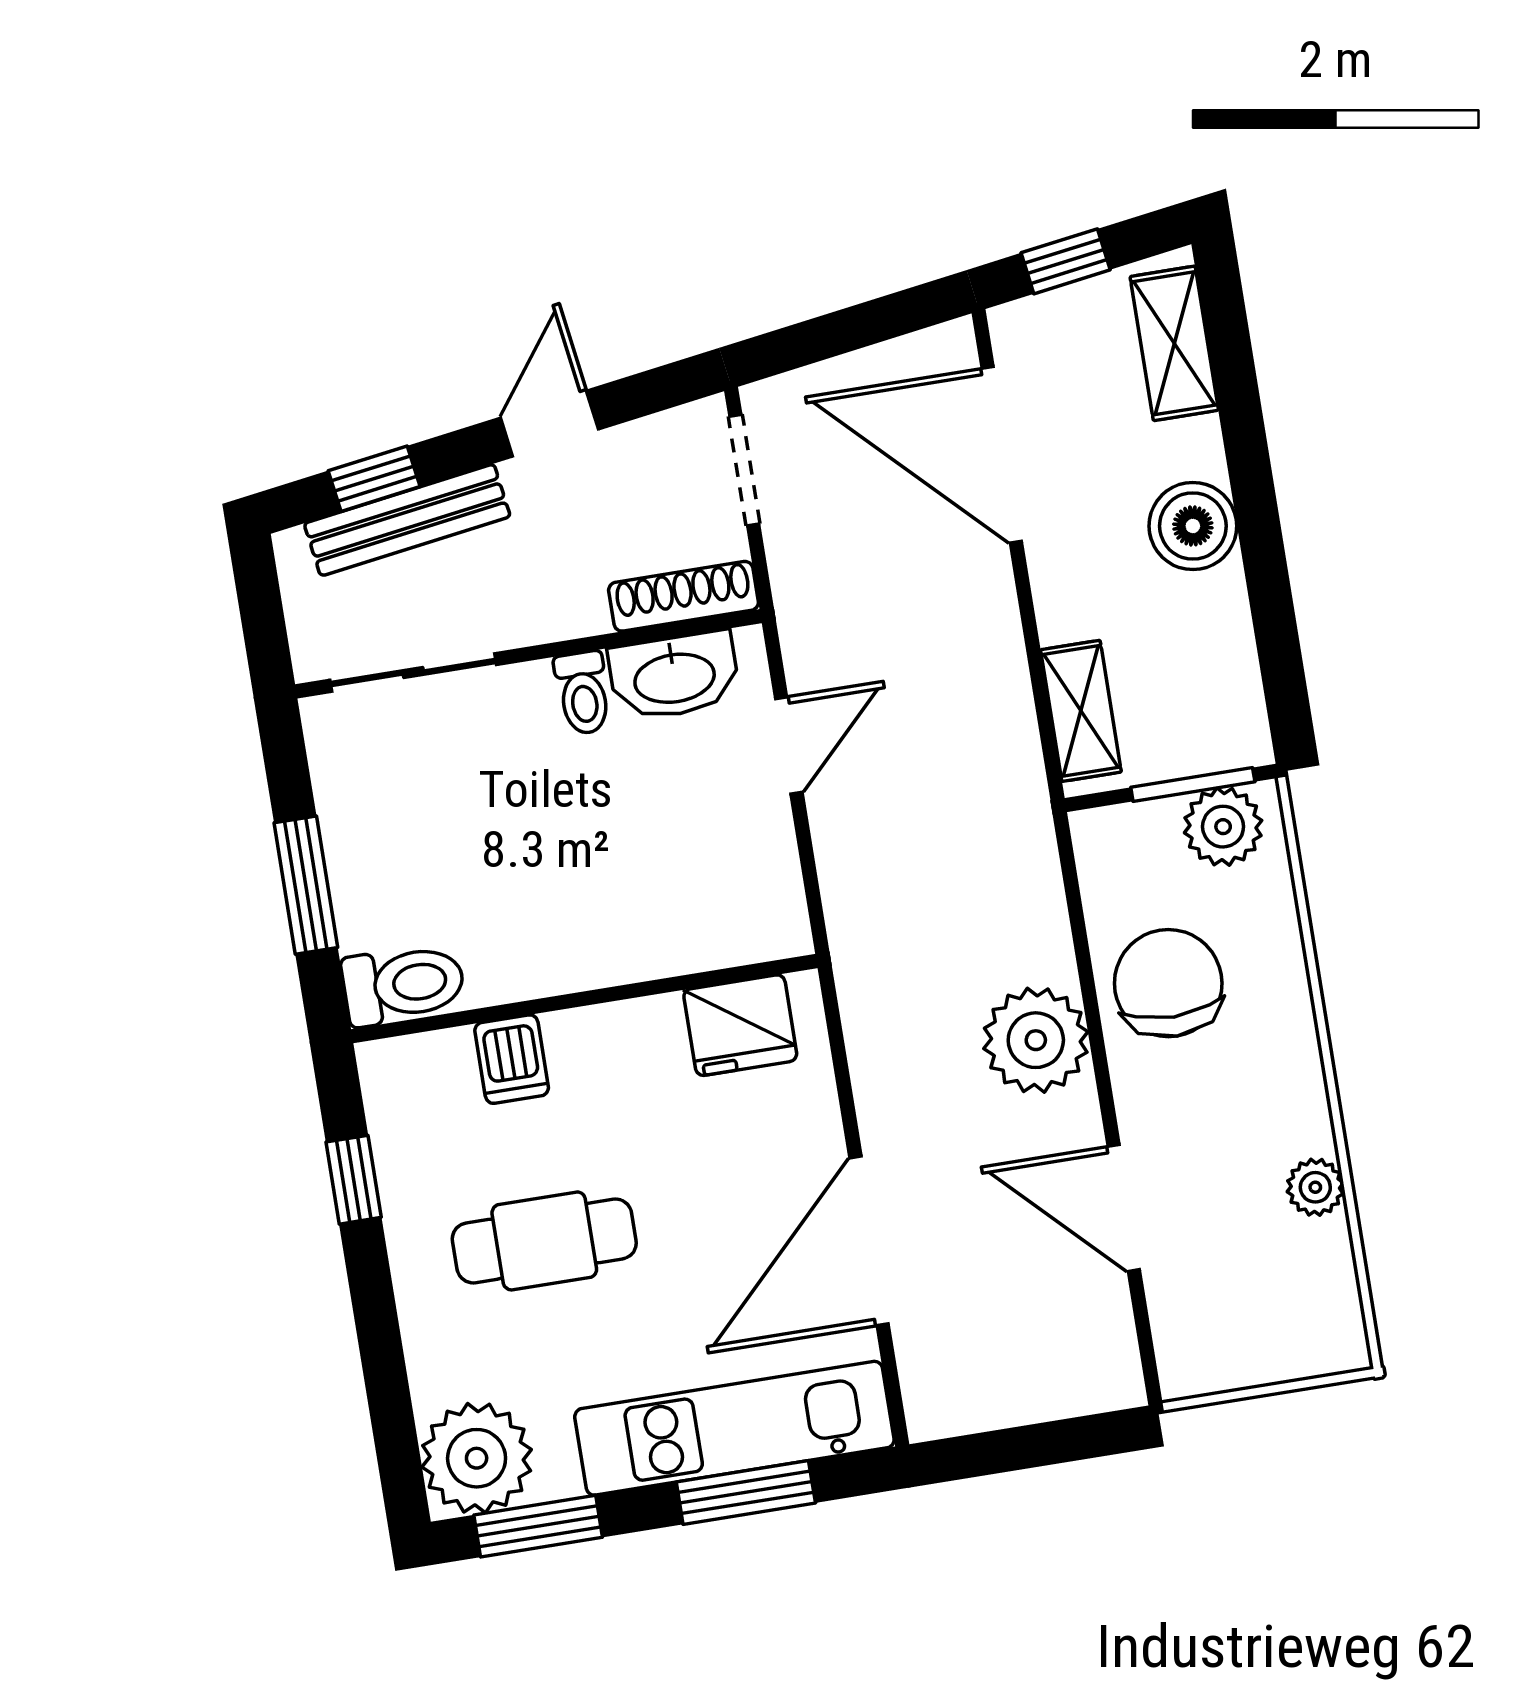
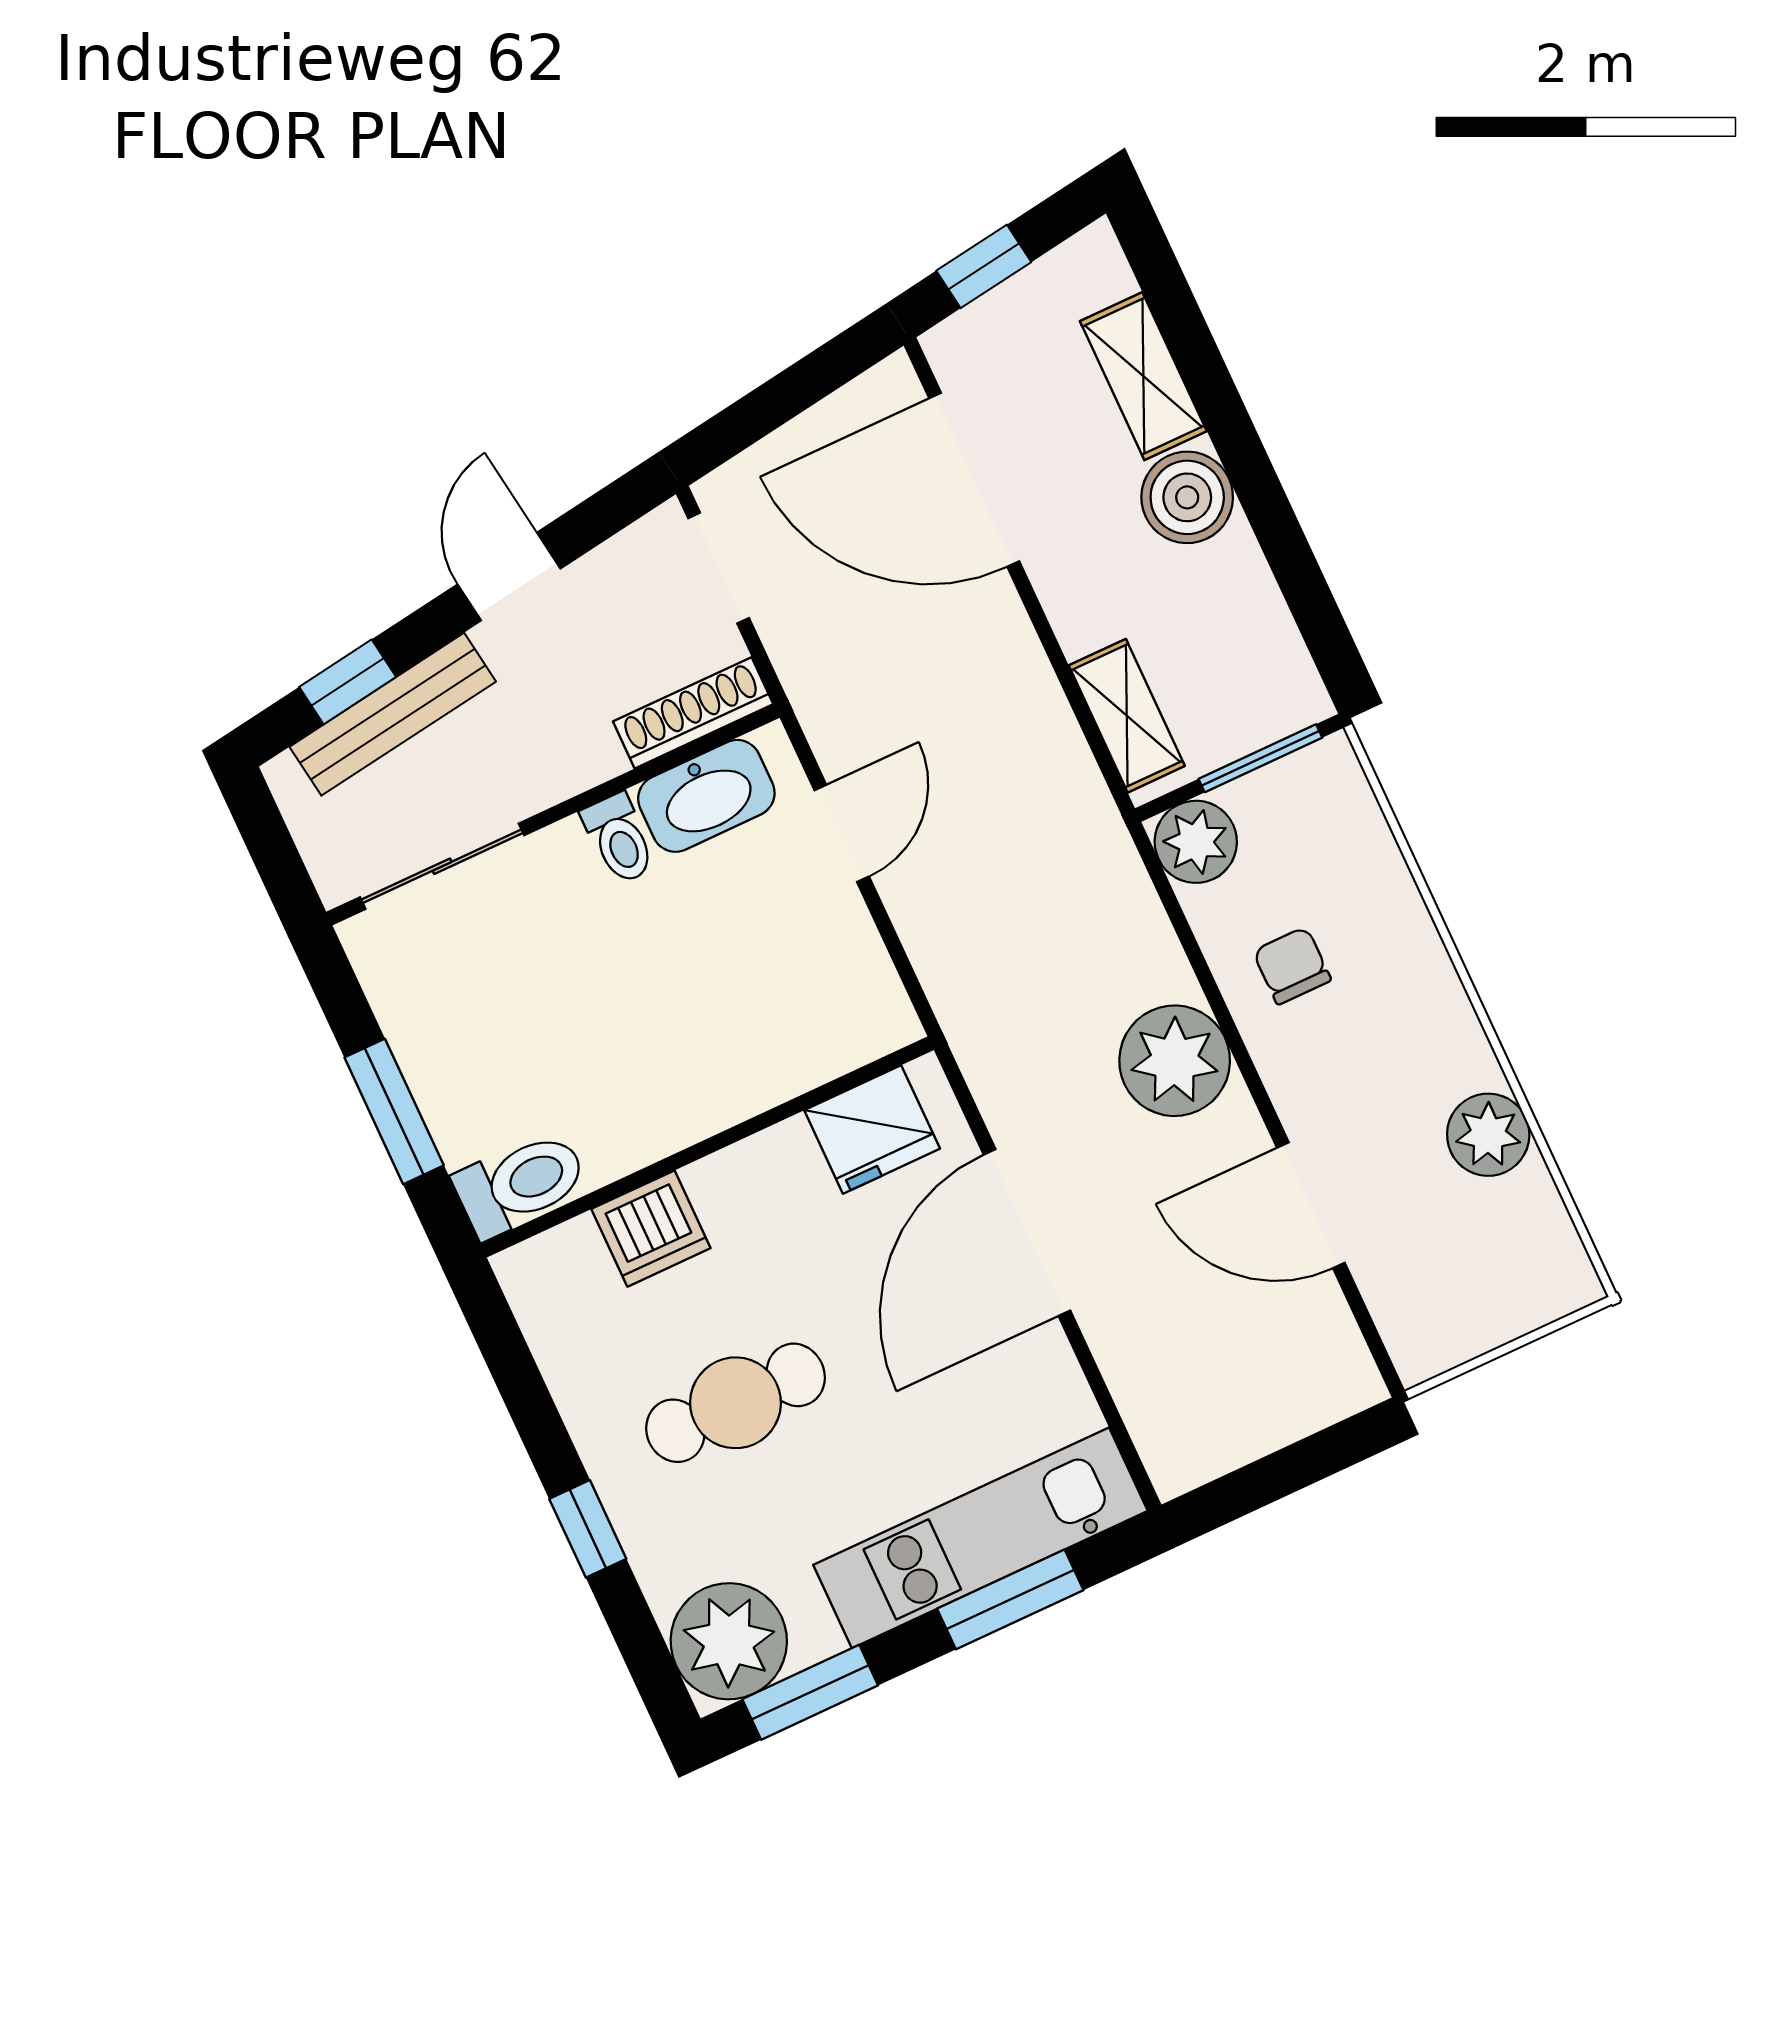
shelving: (1174, 343) -> (1143, 376), moved
plant: (1223, 827) -> (1196, 842), moved
chair: (1168, 983) -> (1292, 966), width x0.54, depth x0.54
dishwasher: (512, 1059) -> (651, 1229), width x1.38
window: (354, 1180) -> (588, 1529), moved
plant: (1315, 1187) -> (1488, 1135), width x1.38, depth x1.38
door: (869, 1241) -> (1027, 1233), moved

